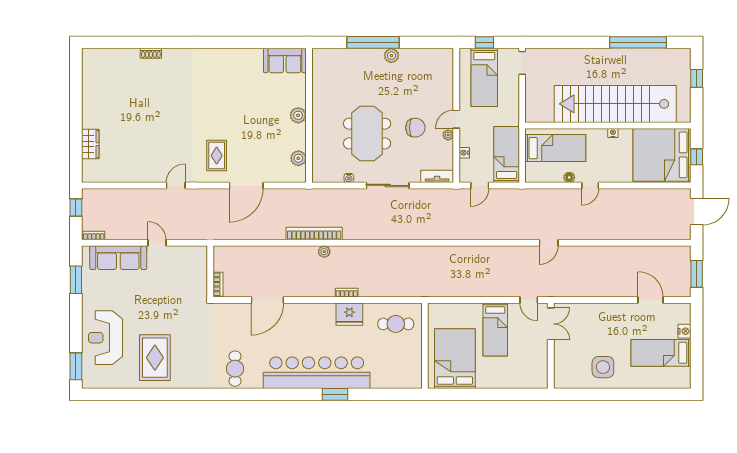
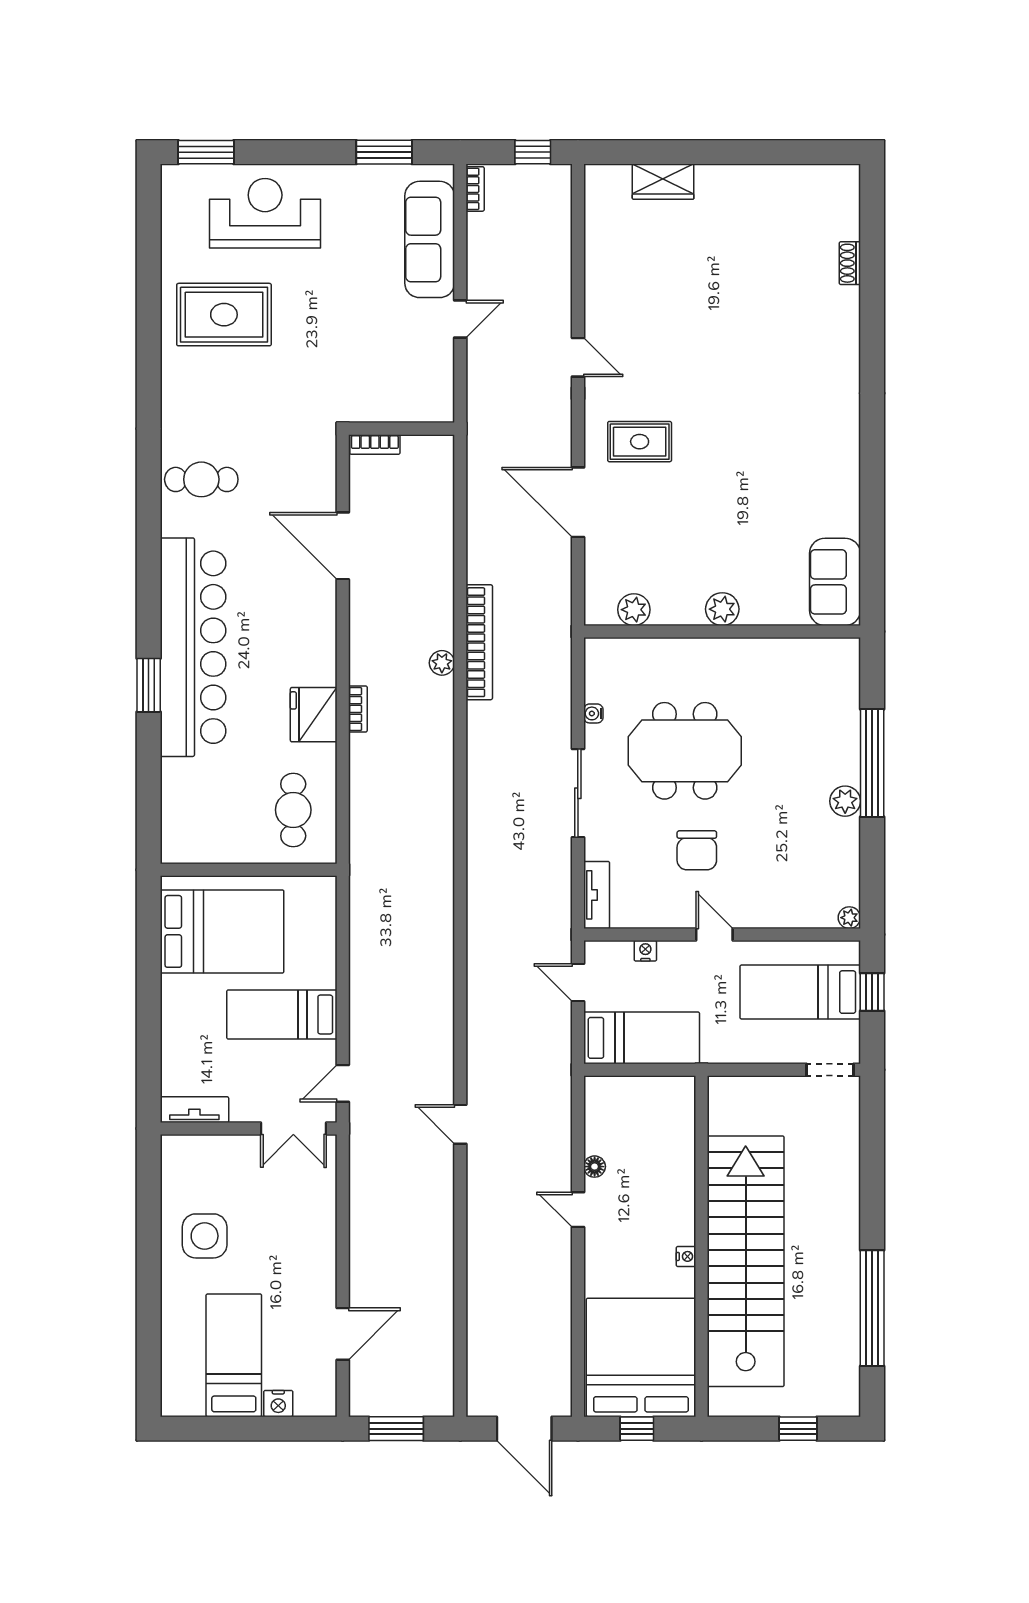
shoe rack: (151, 53) -> (850, 263), moved
plant: (448, 135) -> (849, 918), moved
bed: (555, 148) -> (655, 1138), removed
tv unit: (542, 372) -> (194, 1110), added

